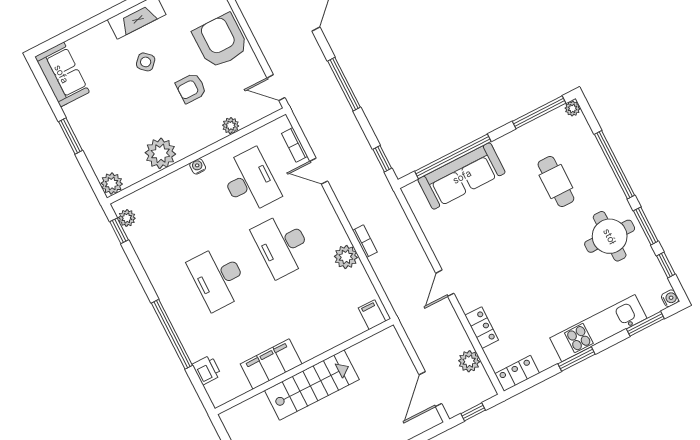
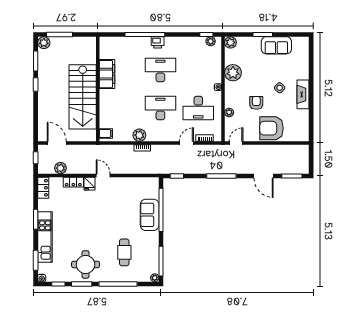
armchair: (221, 41) -> (271, 128), turned 180
sofa: (62, 74) -> (276, 45), moved
sofa: (462, 176) -> (150, 215), width x0.73
cafe table: (556, 182) -> (124, 252), turned 90
fridge: (470, 299) -> (90, 184), added
printer: (207, 370) -> (158, 42), moved
stairs: (312, 385) -> (83, 97), width x1.36, depth x1.51

